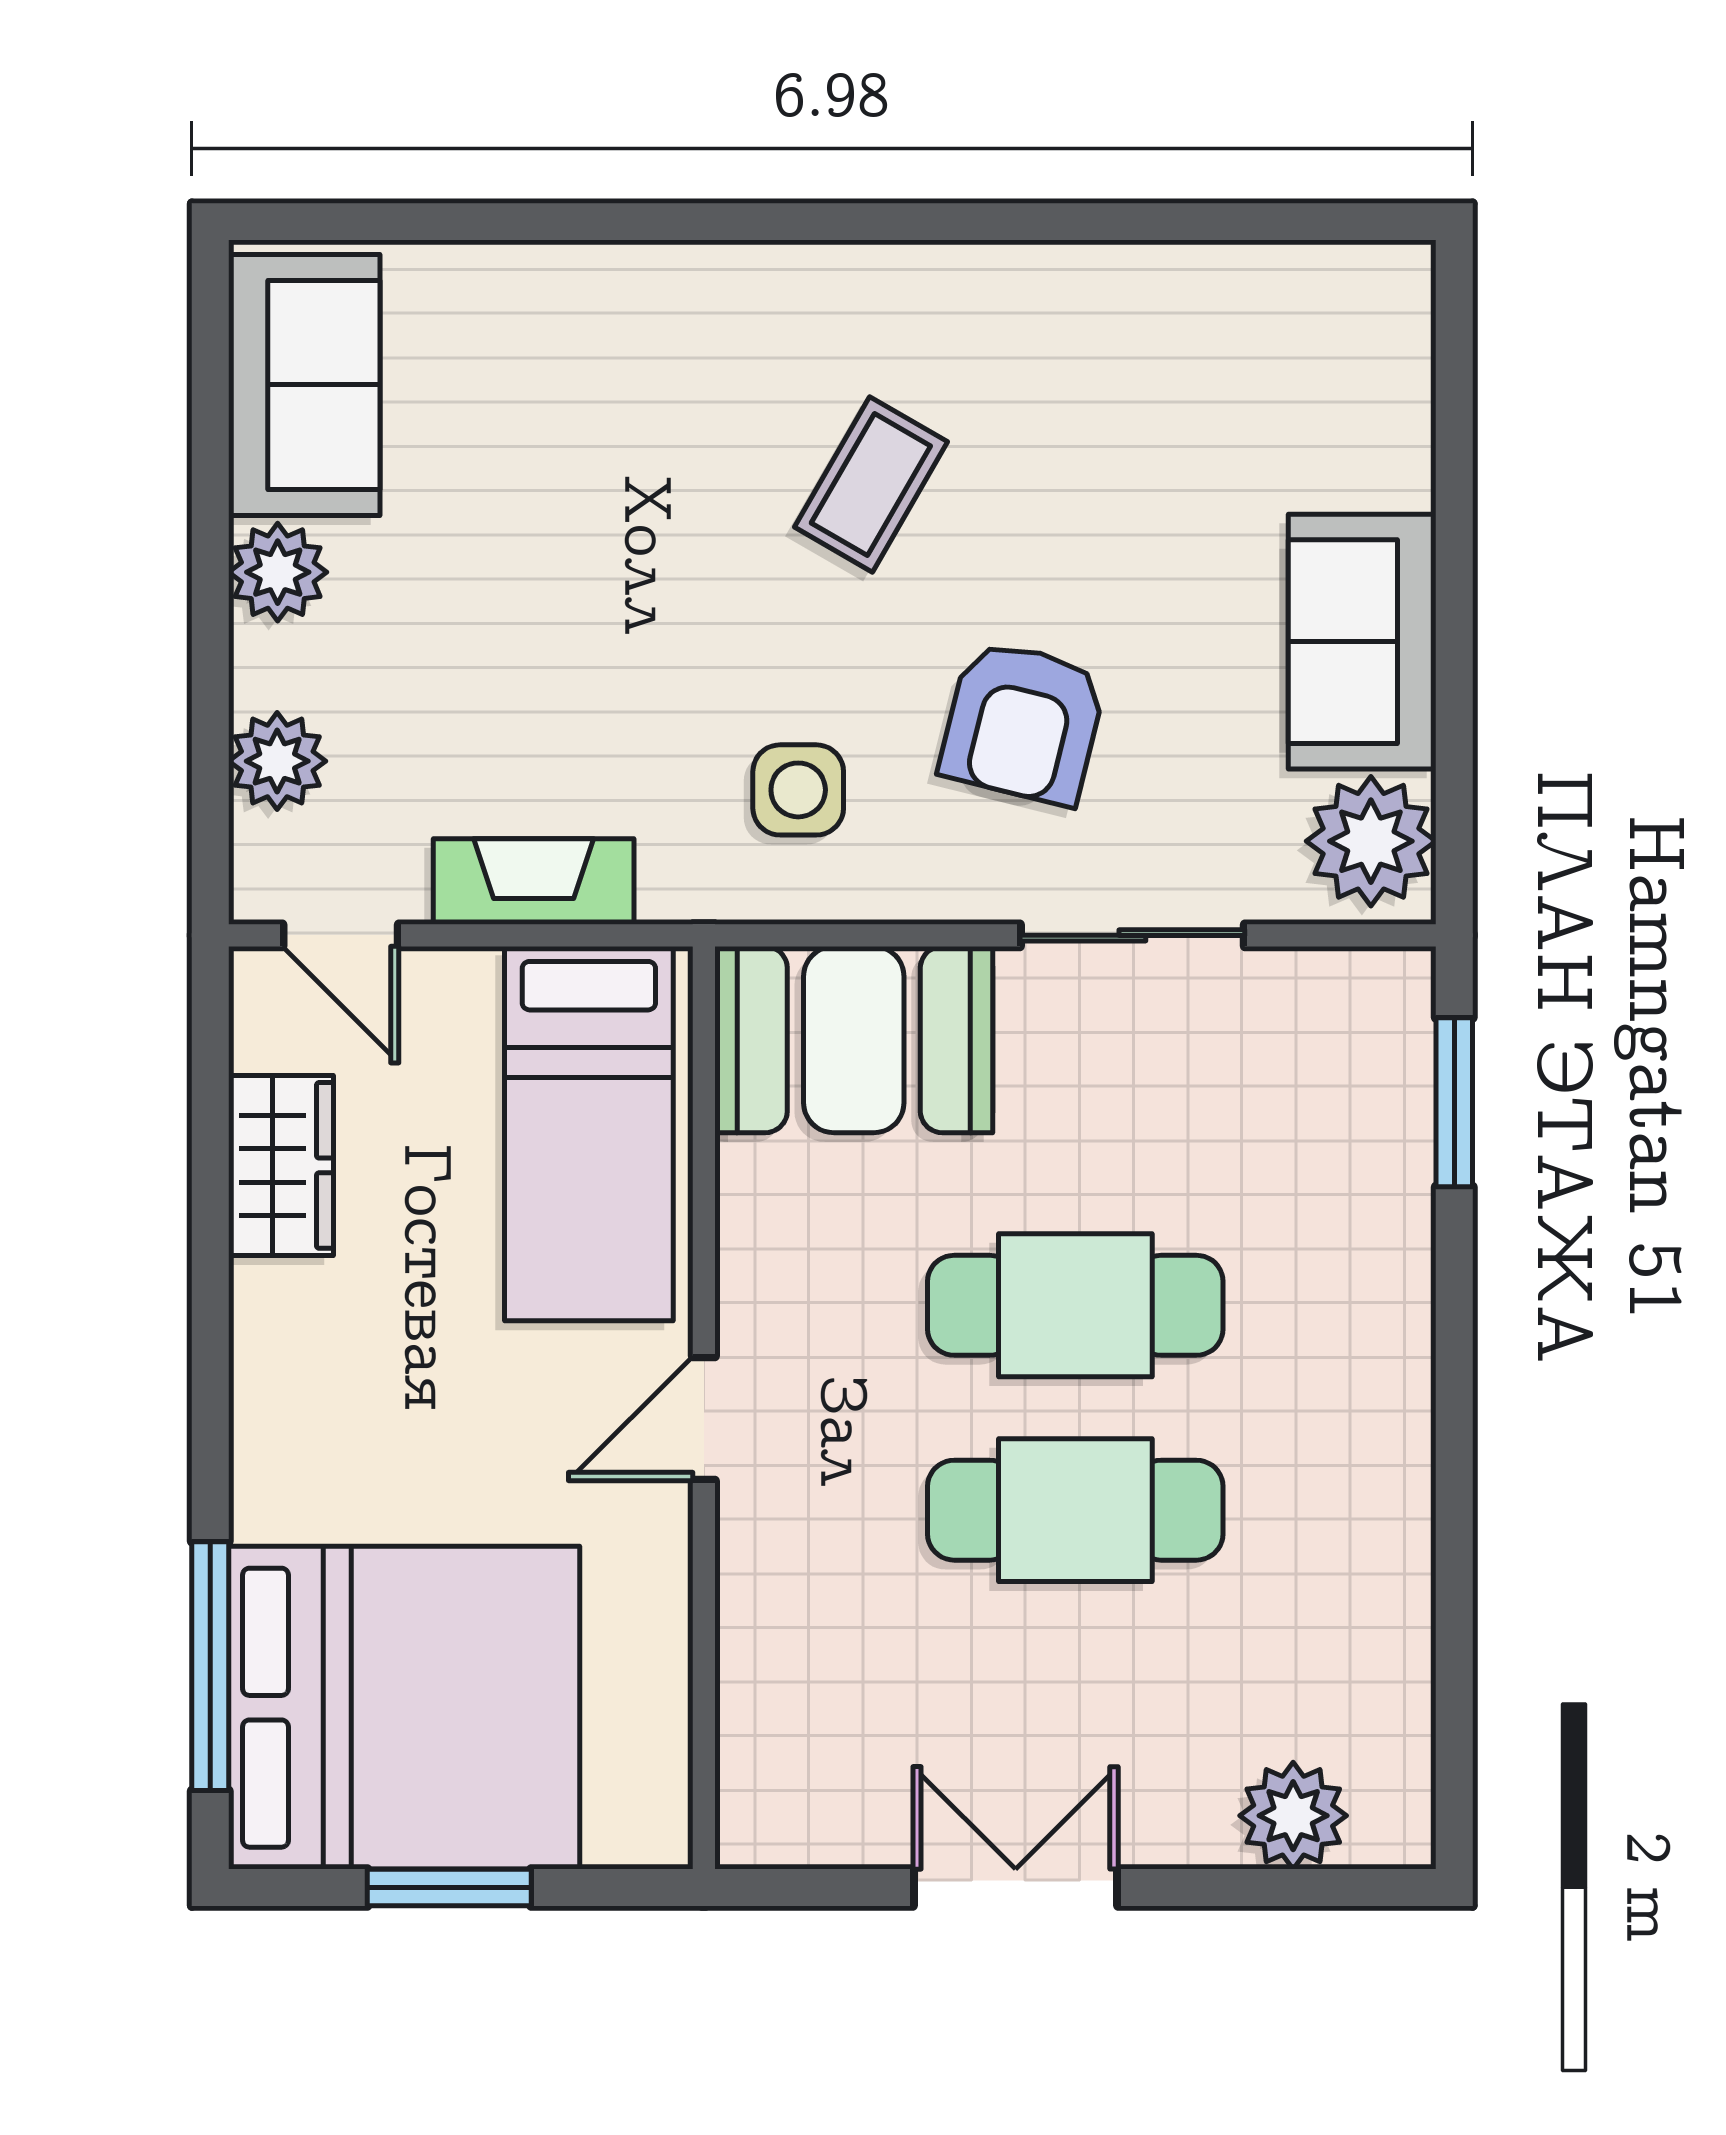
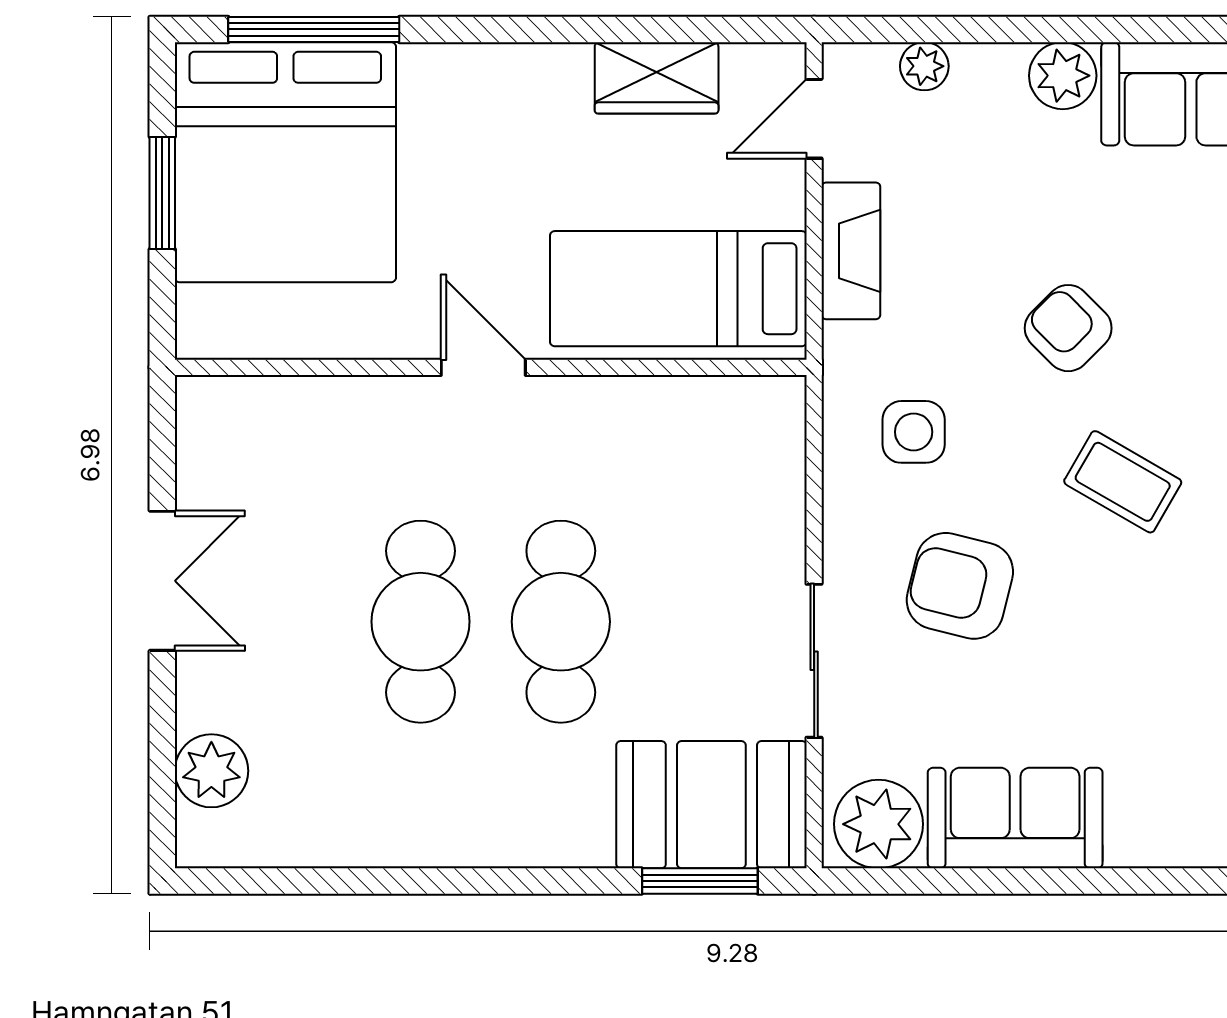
armchair: (646, 564) -> (1068, 328), added
plant: (277, 761) -> (924, 66), width x0.73, depth x0.73
booth: (854, 1040) -> (711, 805), moved, turned 90

